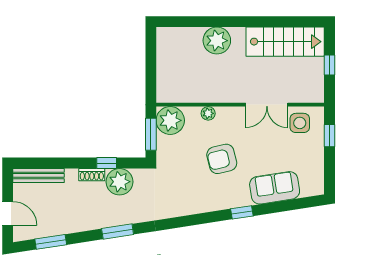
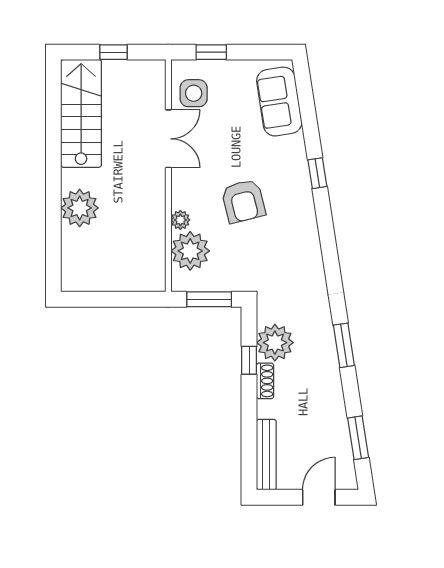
plant: (170, 120) -> (190, 251), moved
sofa: (275, 188) -> (279, 102), moved

